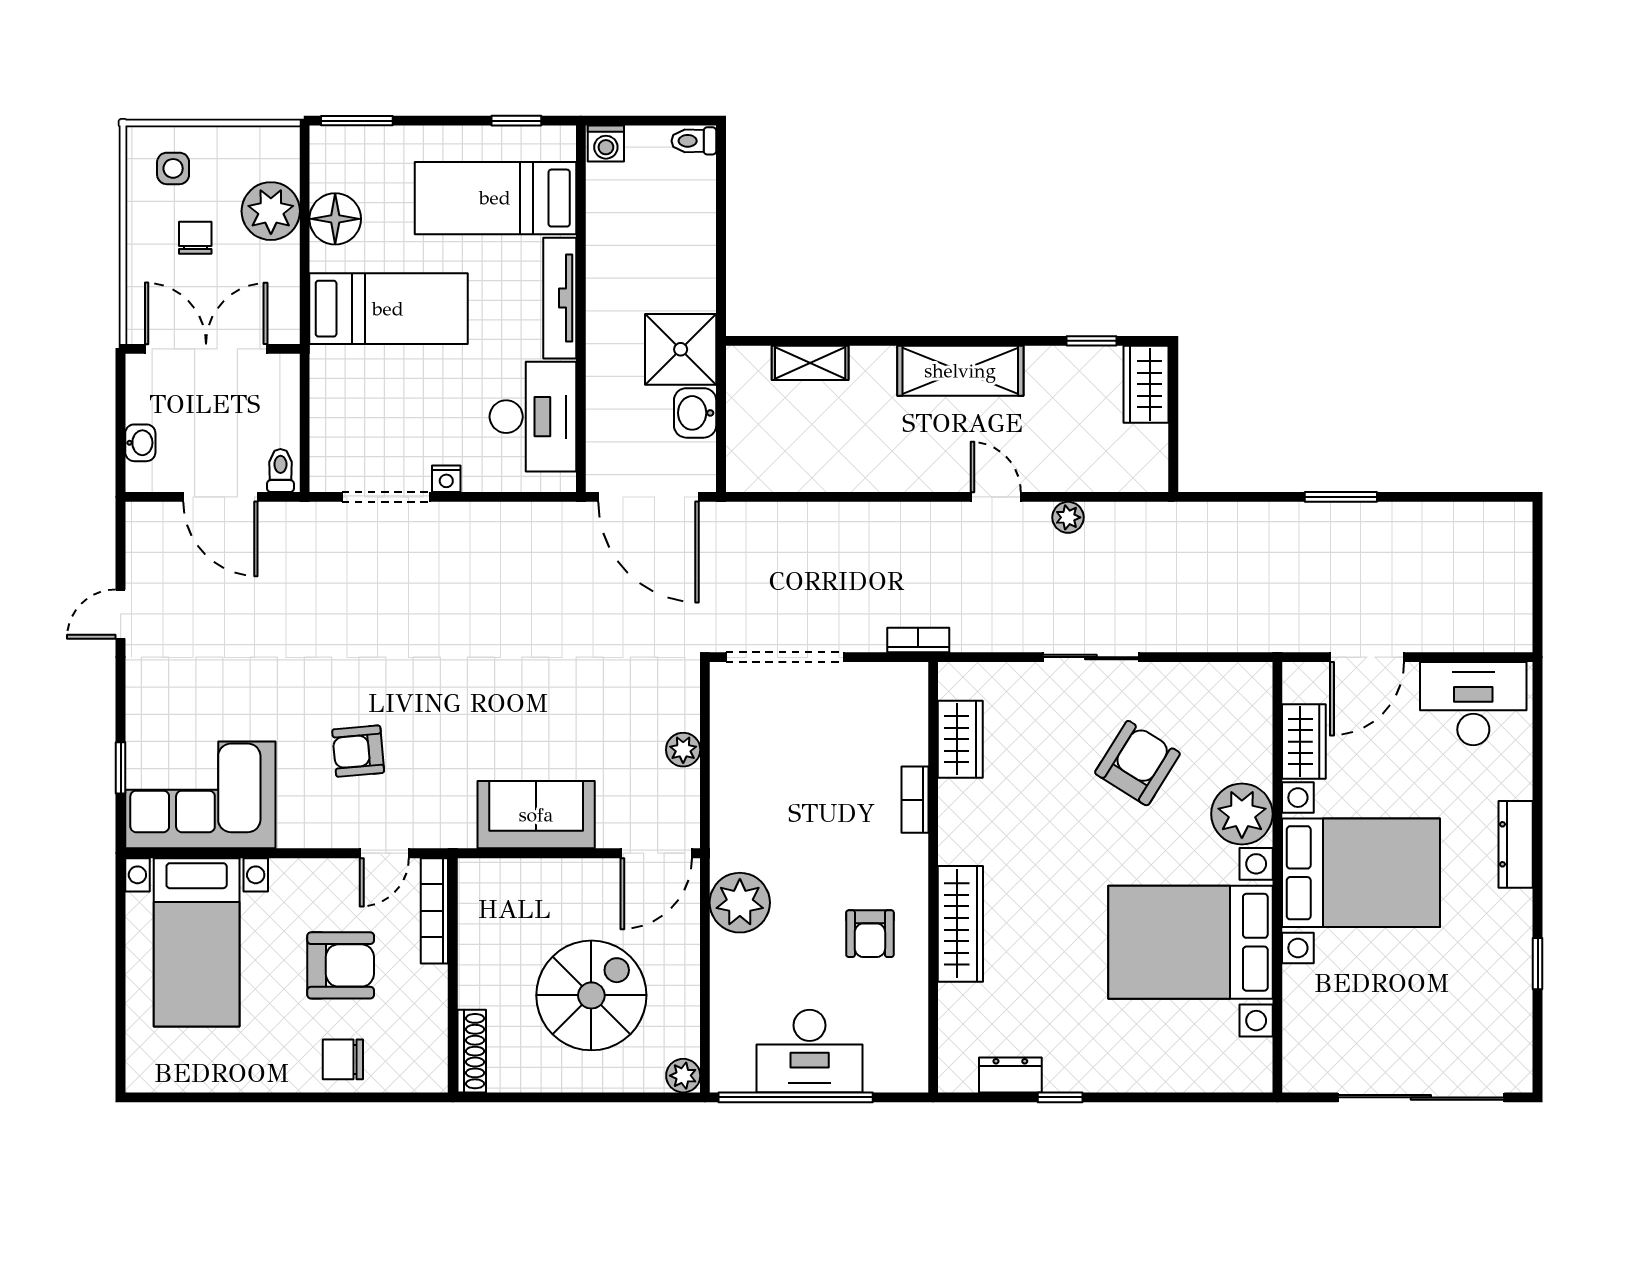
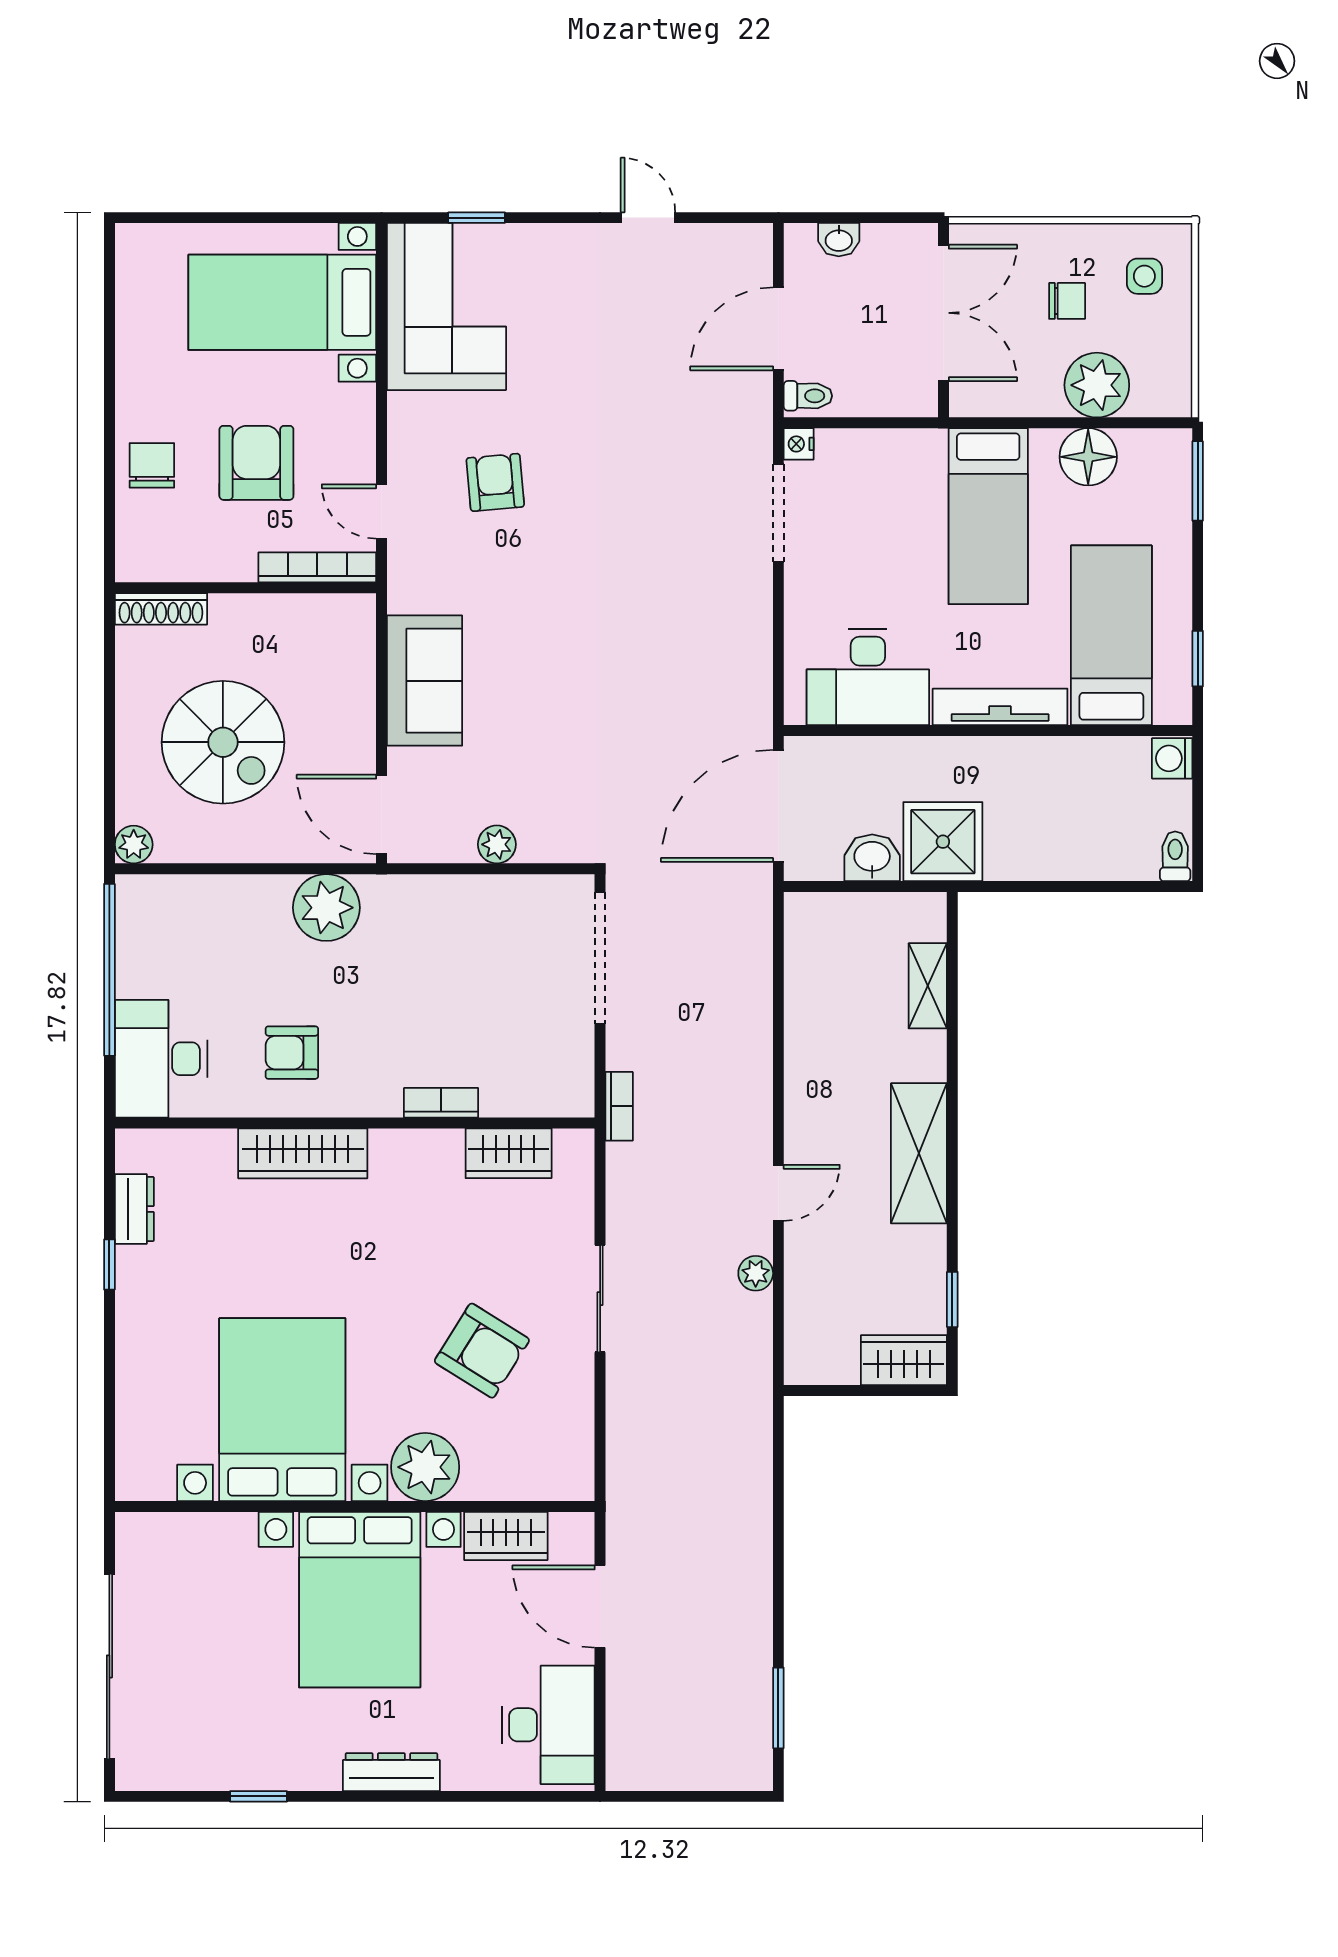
nightstand: (446, 479) -> (799, 444), moved
window: (1341, 497) -> (778, 1708), moved
armchair: (341, 965) -> (256, 463), turned 180
desk: (810, 1051) -> (161, 1059), moved

